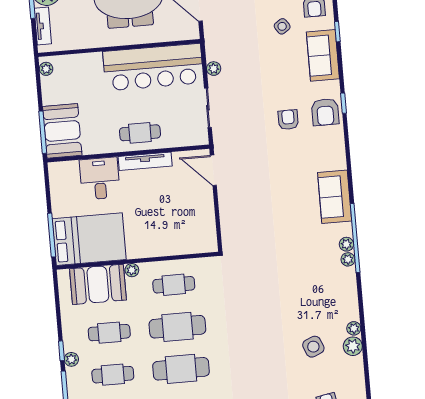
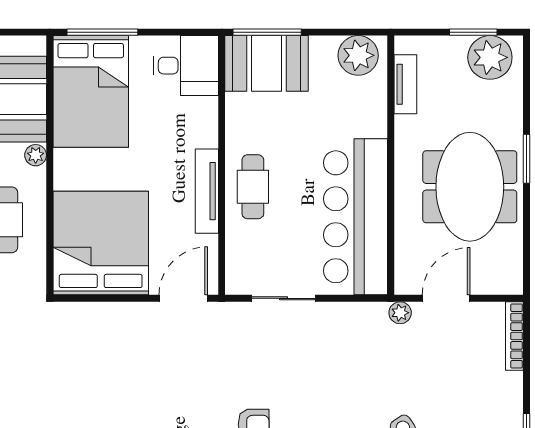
tv unit: (43, 26) -> (405, 84), moved, turned -90
plant: (46, 69) -> (358, 55), width x1.87, depth x1.87
plant: (214, 69) -> (400, 313), moved
desk: (100, 178) -> (186, 66), moved
bed: (183, 225) -> (101, 243), added

